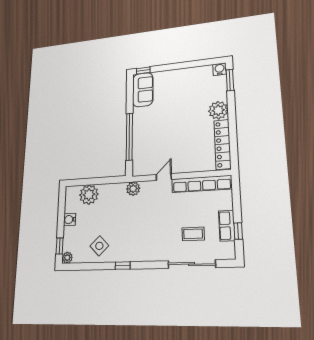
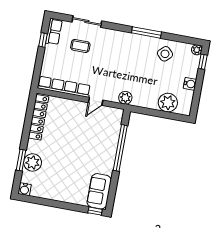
window: (230, 80) -> (21, 160), moved
plant: (218, 110) -> (33, 162), moved
row of seats: (227, 226) -> (54, 32), moved
sliding door: (192, 264) -> (87, 22), width x0.73
window: (123, 266) -> (146, 32), width x2.17

